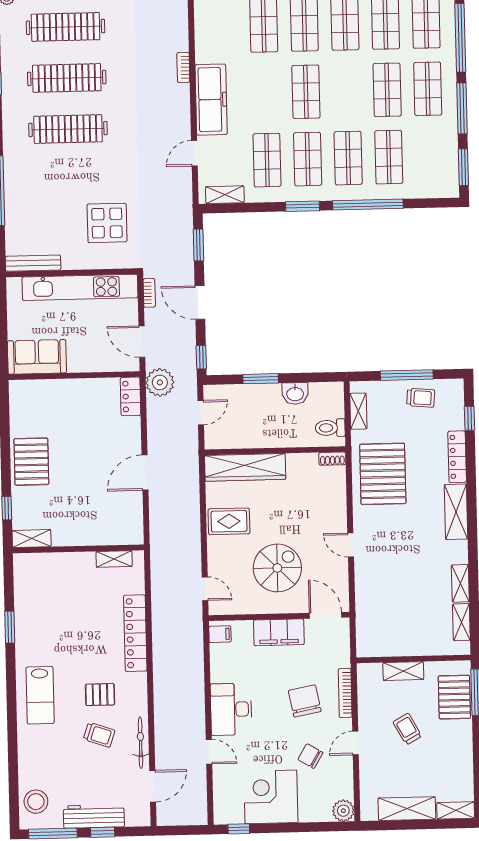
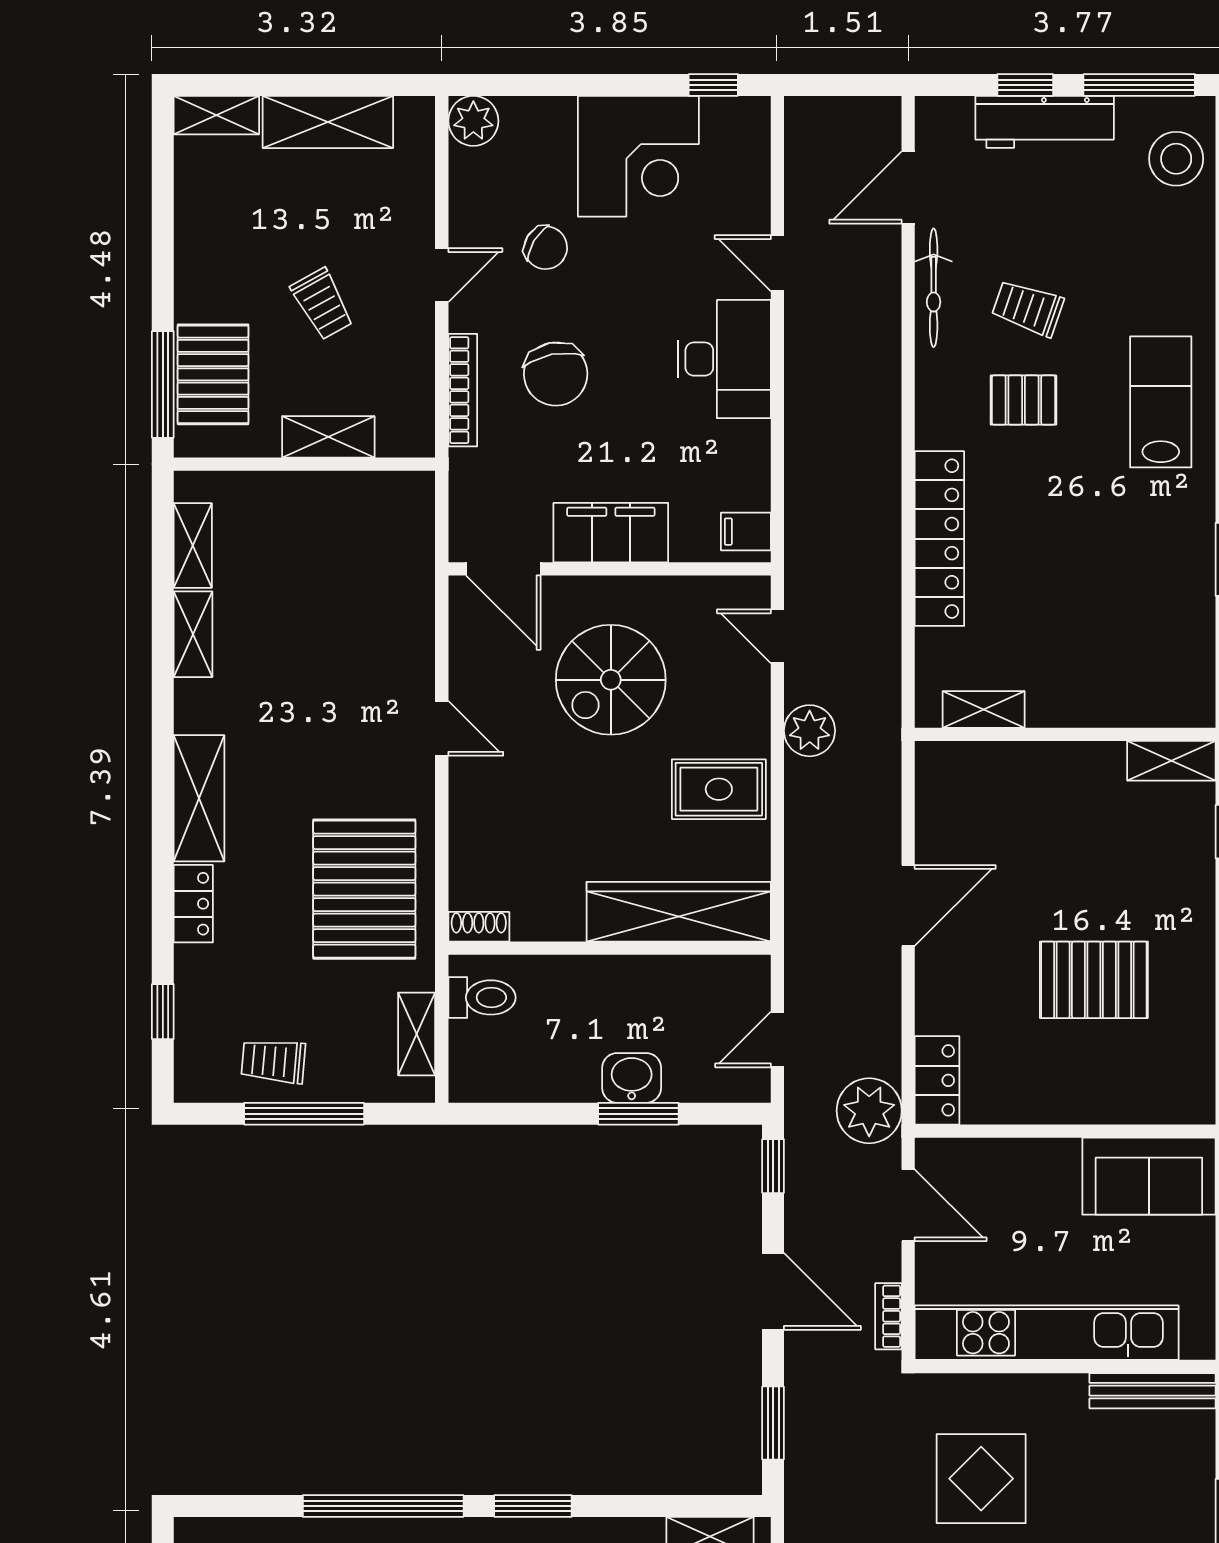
washbasin: (295, 393) -> (632, 1078), moved
locker: (457, 457) -> (193, 904), width x0.66
pallet: (31, 462) -> (1094, 980), moved, turned 90
plant: (190, 548) -> (810, 731), added

